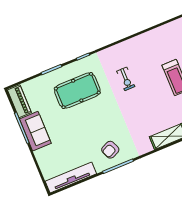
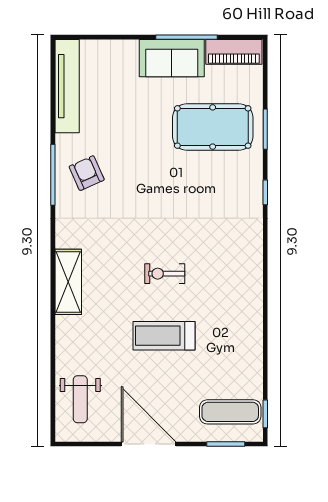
exercise bike: (126, 79) -> (165, 274), moved
pool table: (77, 91) -> (213, 127), moved, turned 90

